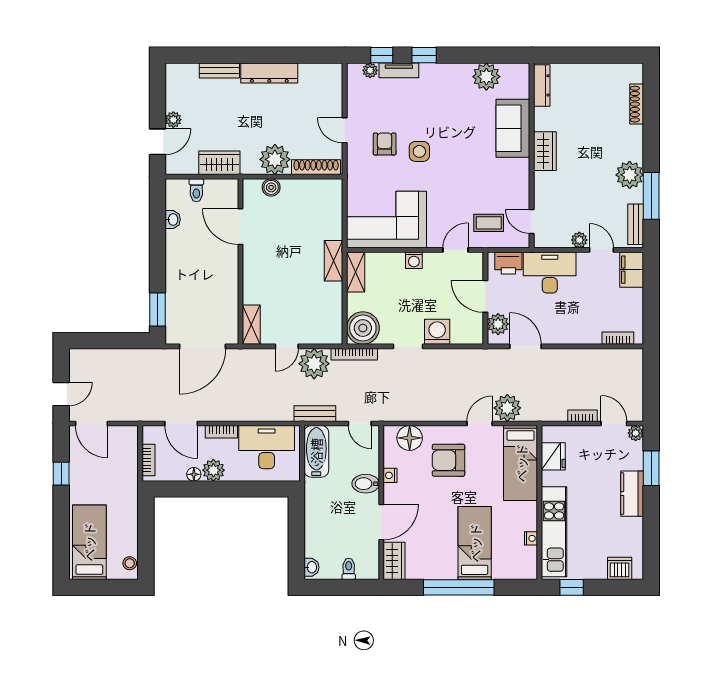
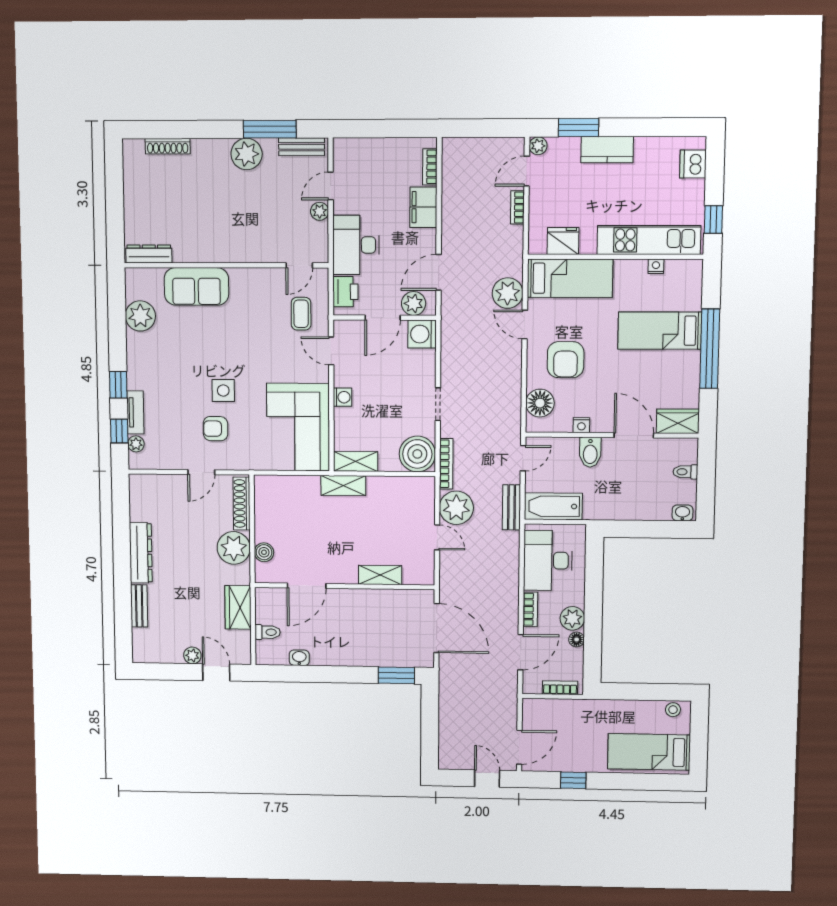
wardrobe: (545, 151) -> (221, 250), removed
filing cabinet: (632, 270) -> (423, 207), moved, turned 90
shelving: (251, 325) -> (380, 575), moved
washing machine: (437, 332) -> (422, 334), moved

